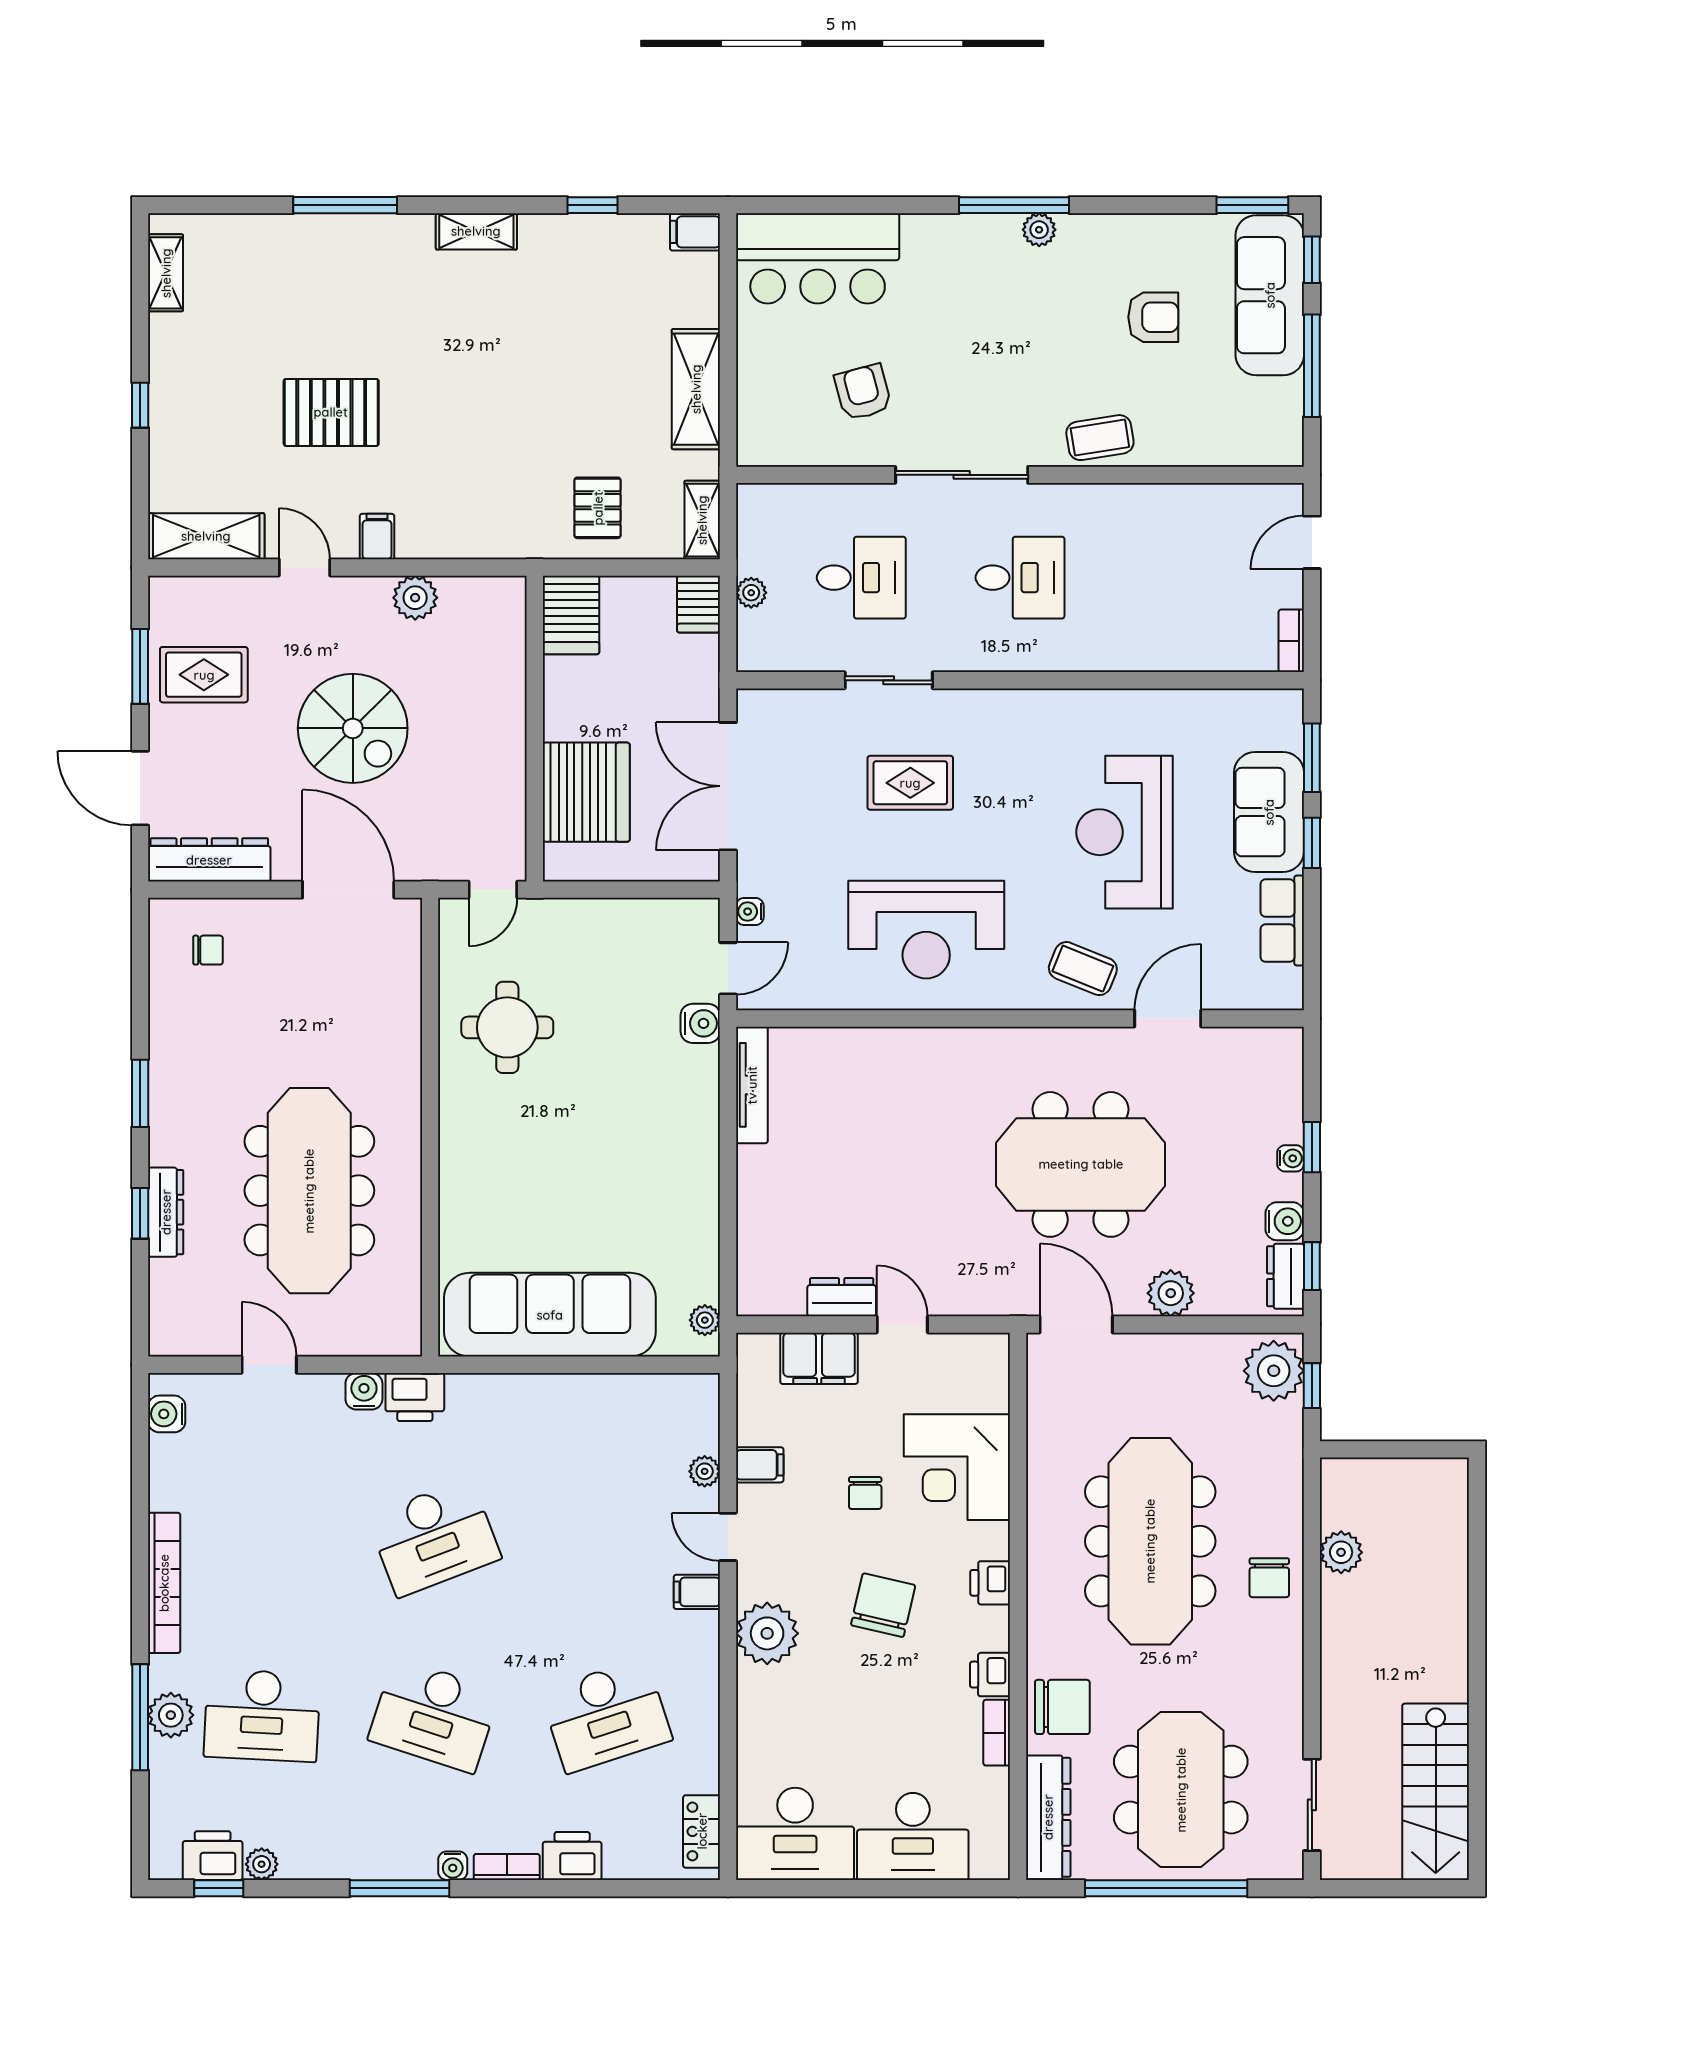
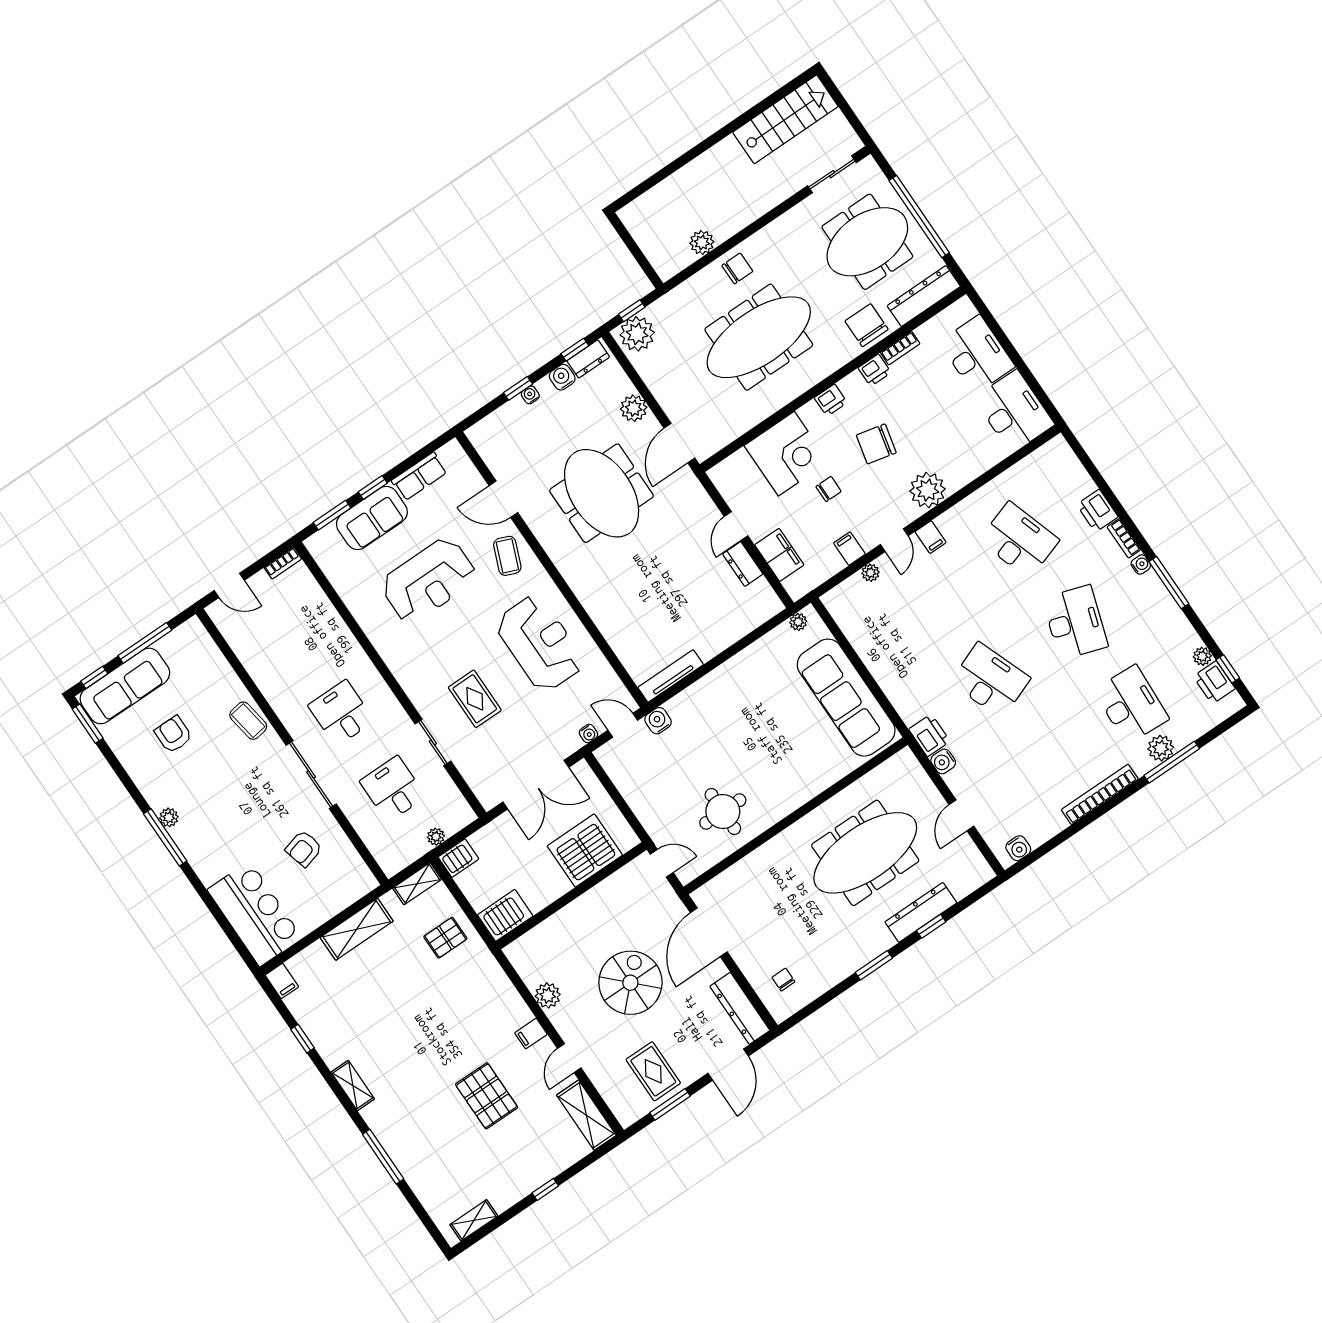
dresser: (166, 1212) -> (921, 912), width x1.37, depth x1.24
locker: (702, 1831) -> (1043, 457), removed

